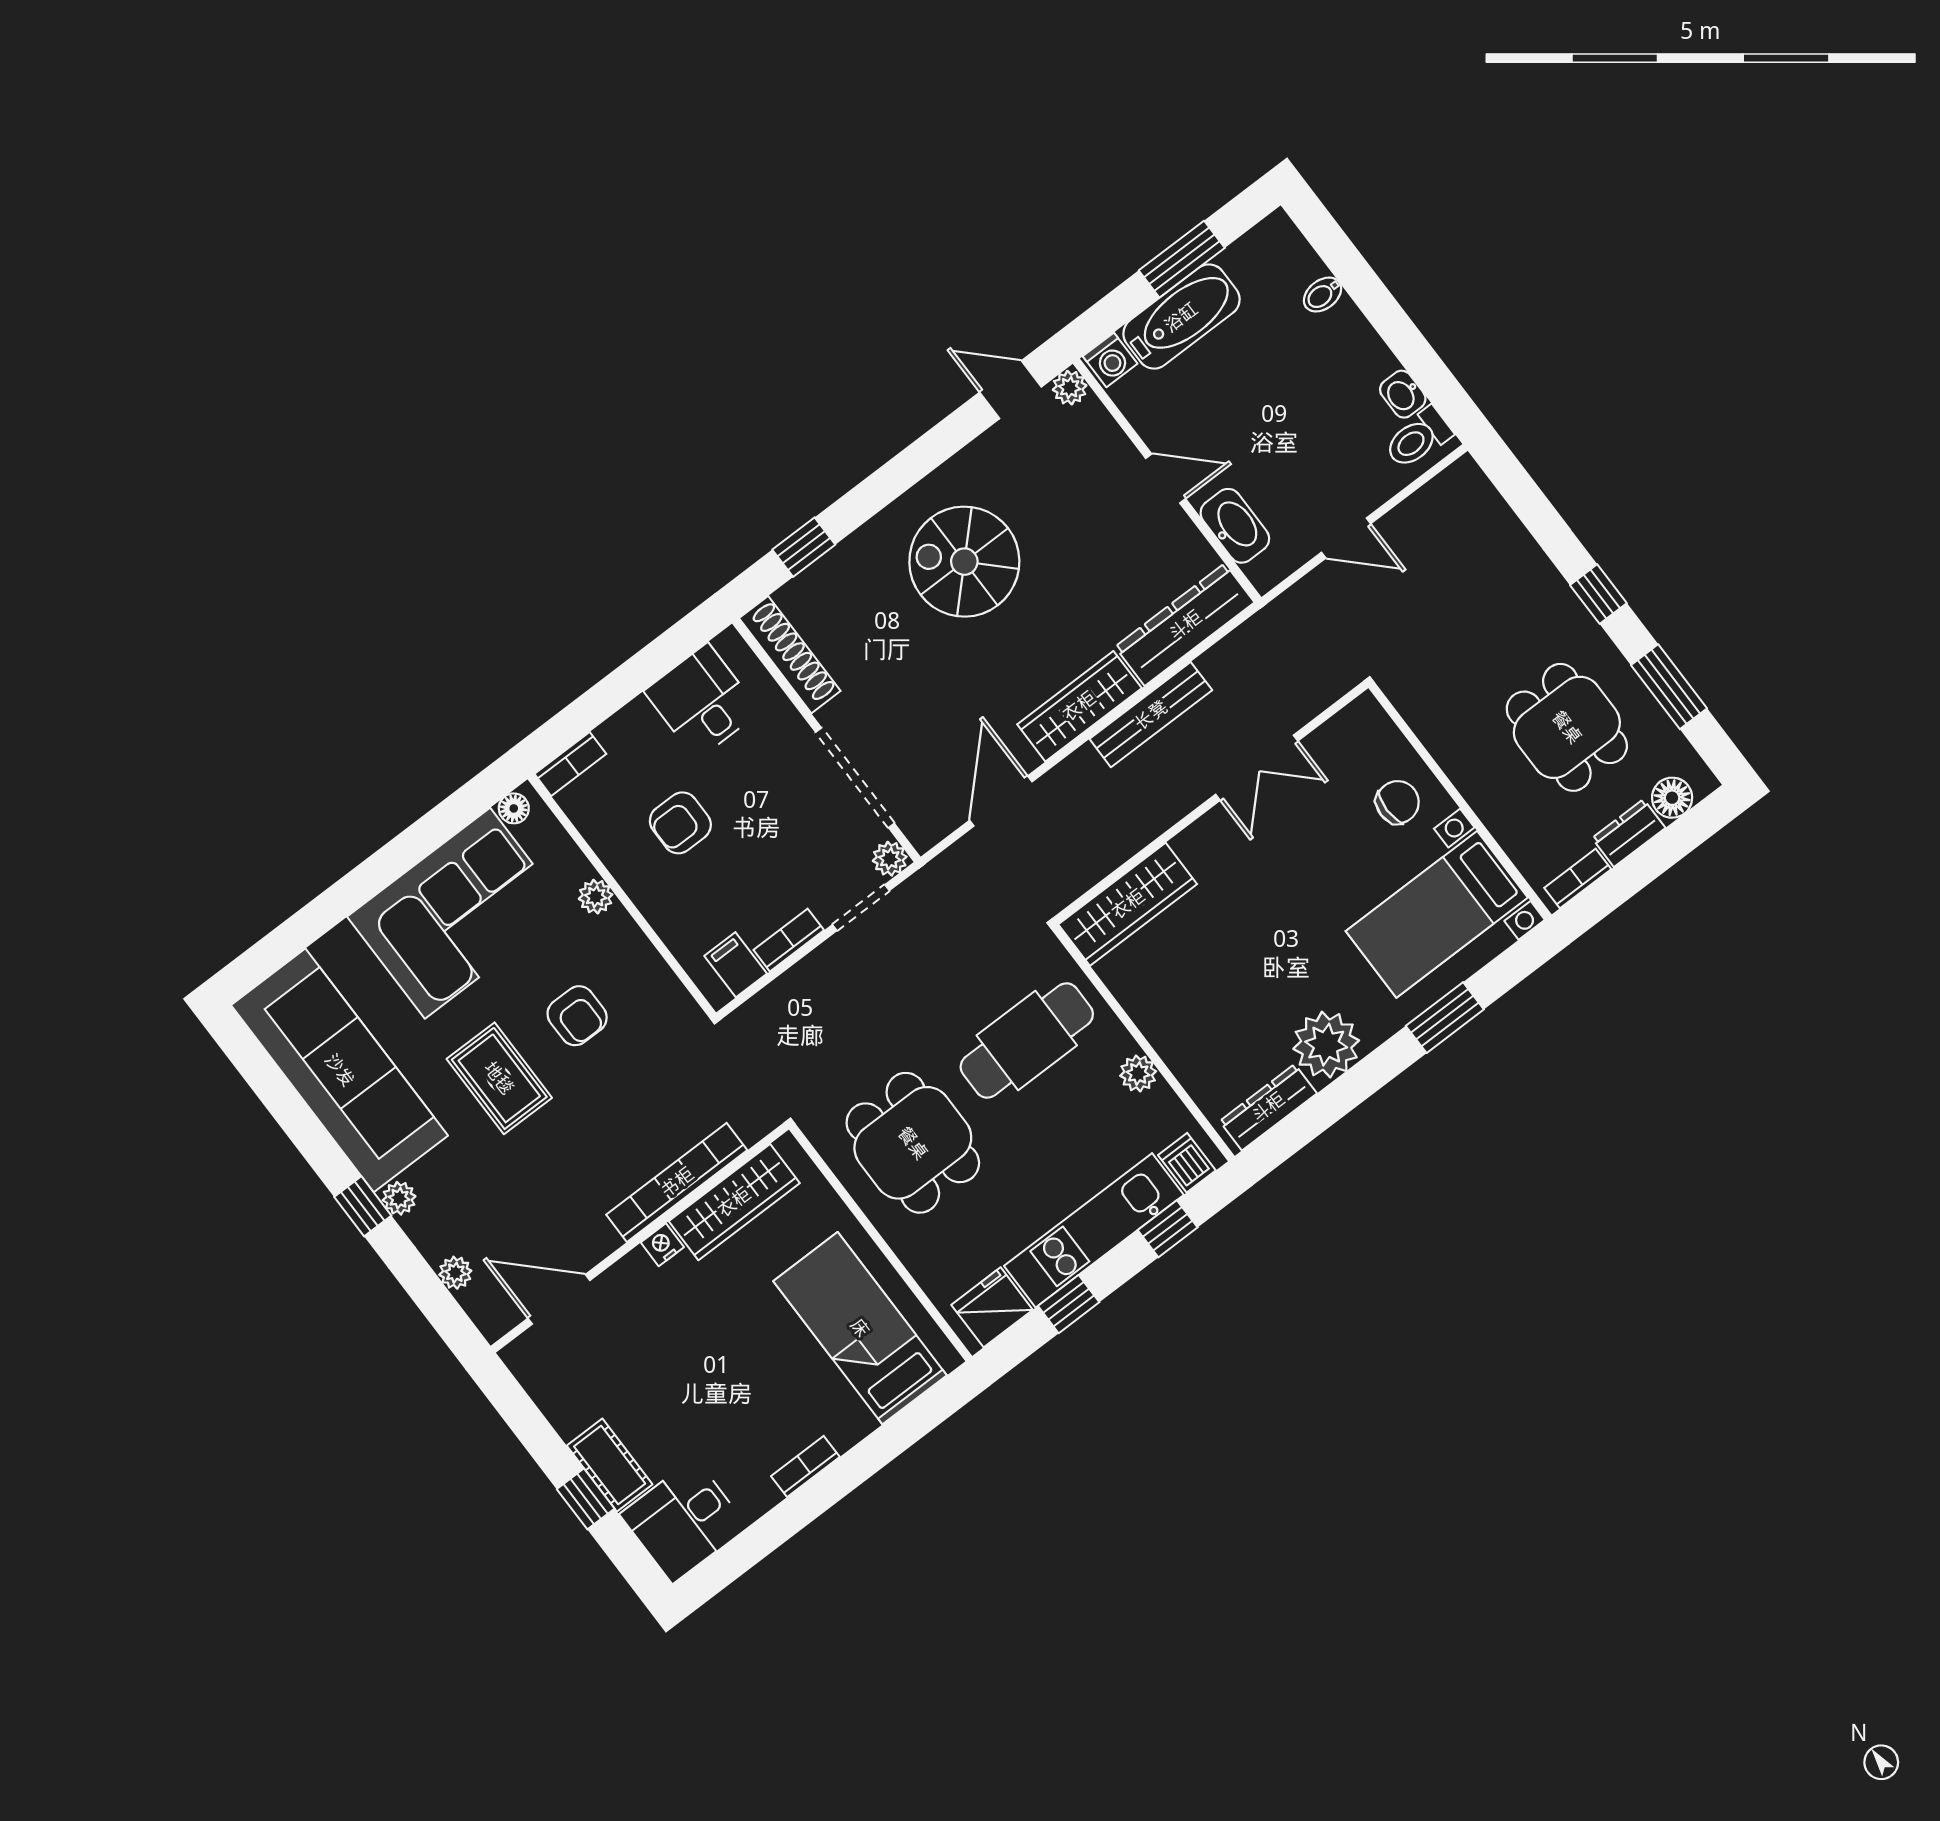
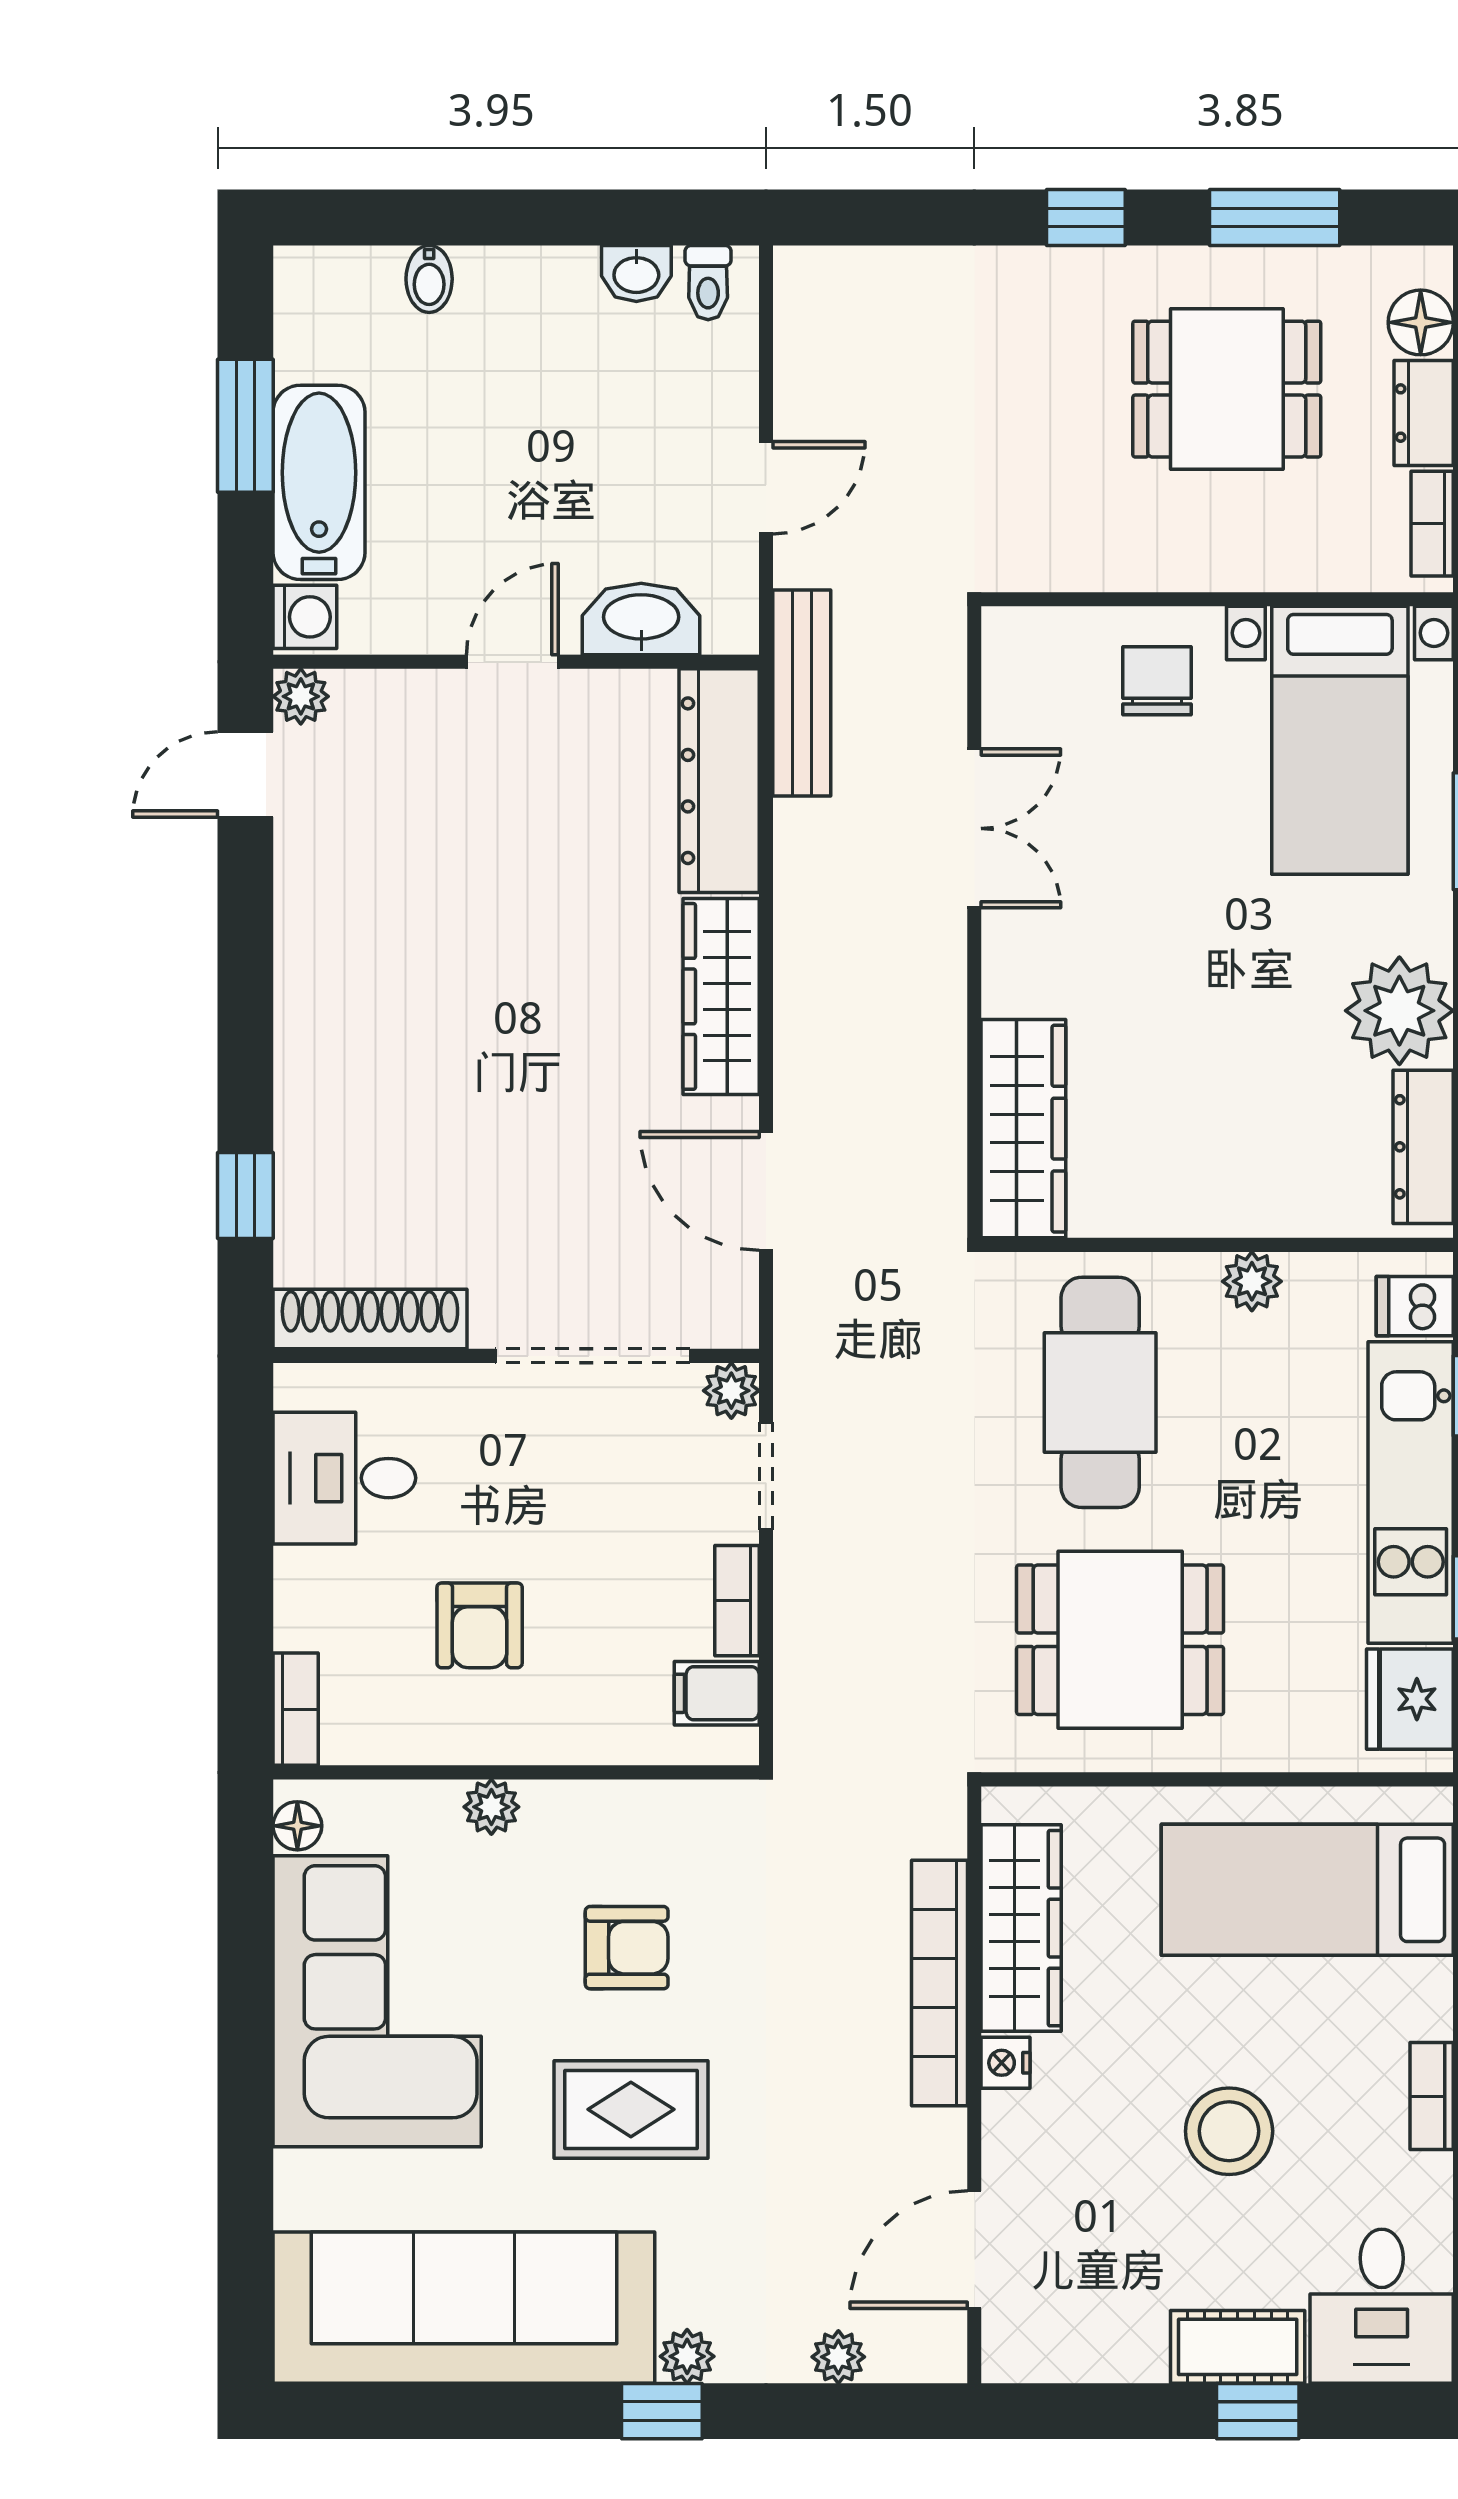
toilet: (1418, 438) -> (708, 283), width x0.73, depth x0.72
spiral stairs: (964, 562) -> (422, 1003), removed
bench: (1151, 715) -> (802, 693), moved
stool: (712, 1380) -> (1229, 2131), added

